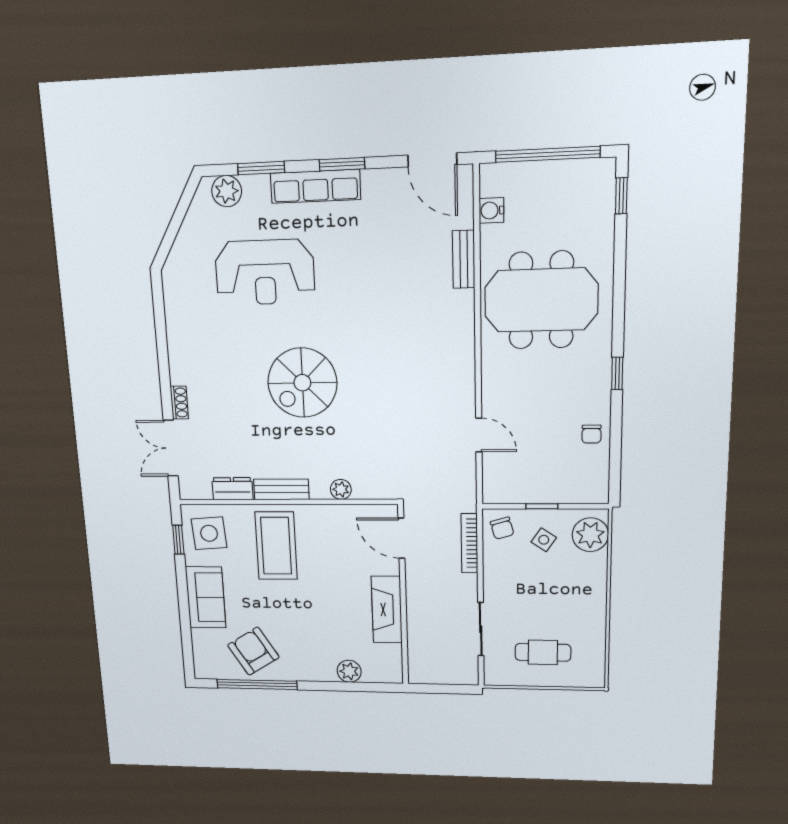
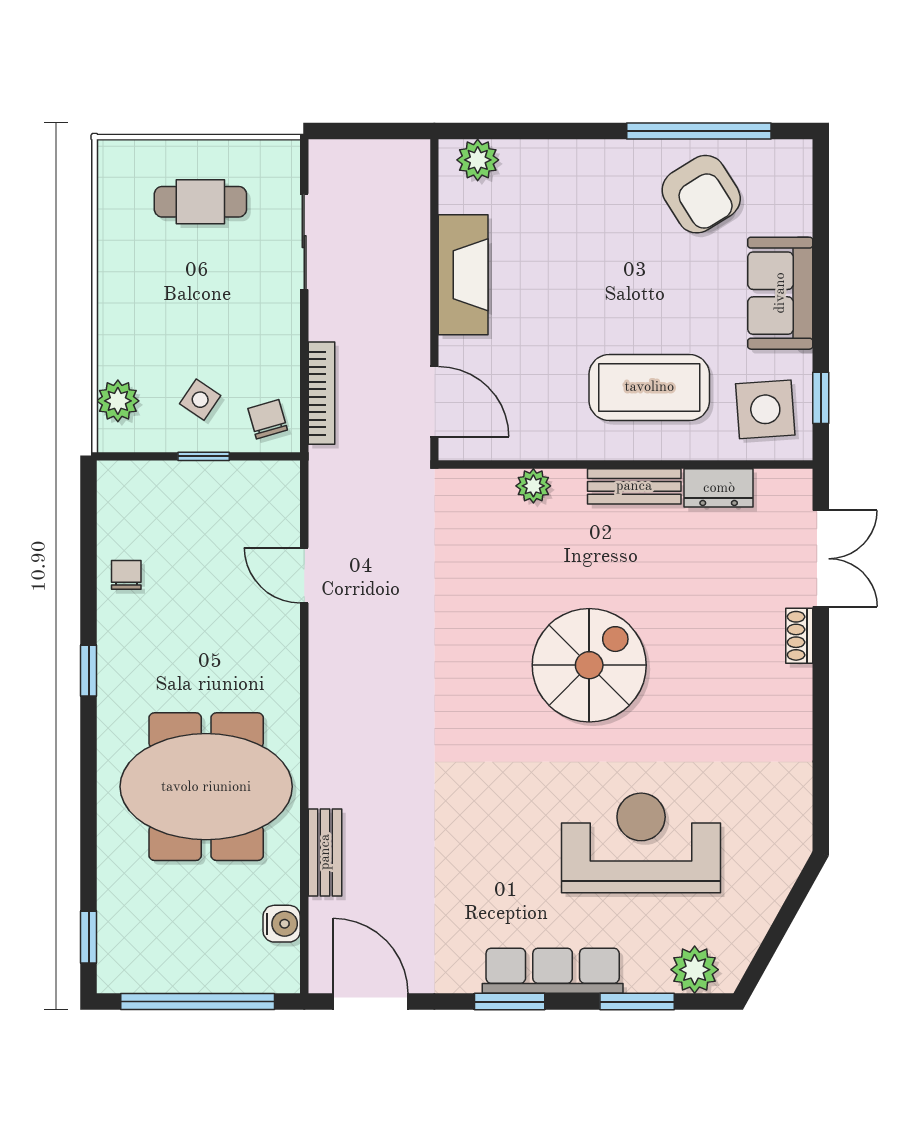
plant: (590, 535) -> (118, 401), width x0.73, depth x0.73
coffee table: (276, 546) -> (649, 387), turned 90
plant: (349, 671) -> (478, 160), moved

